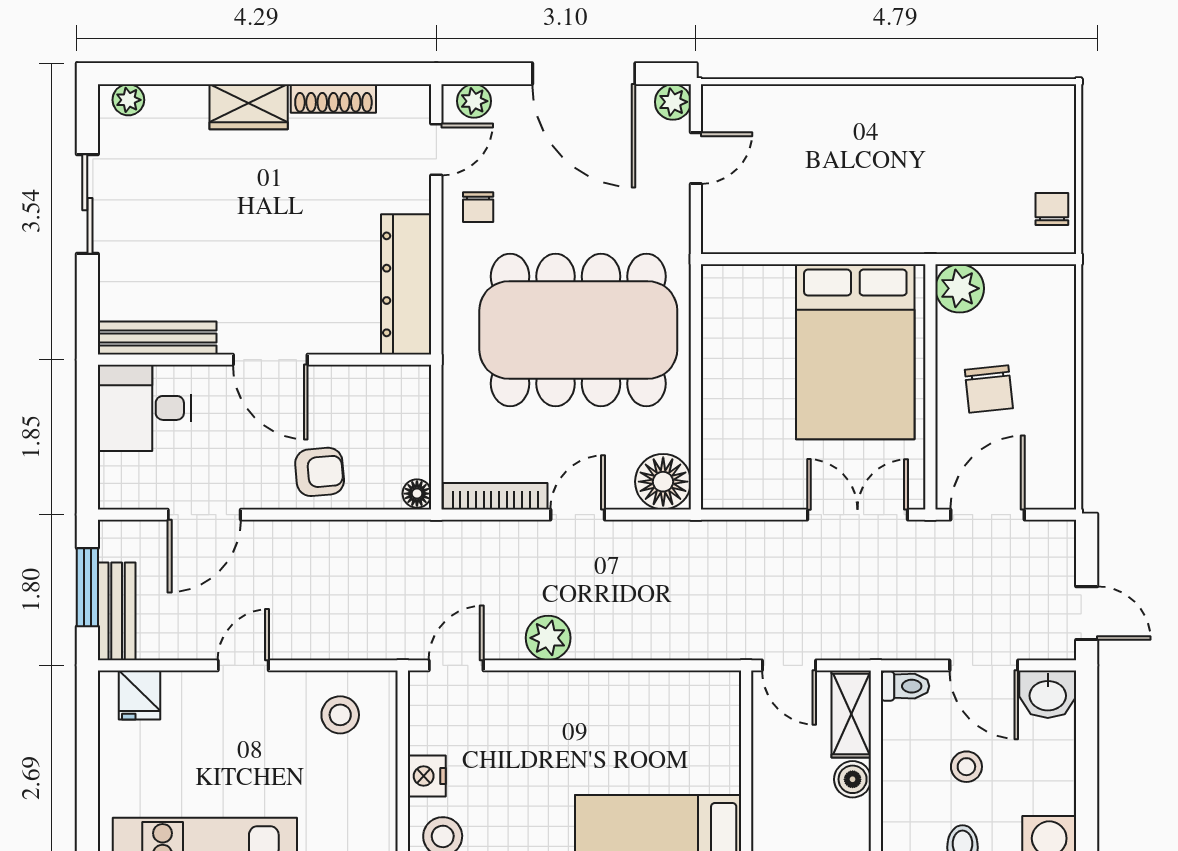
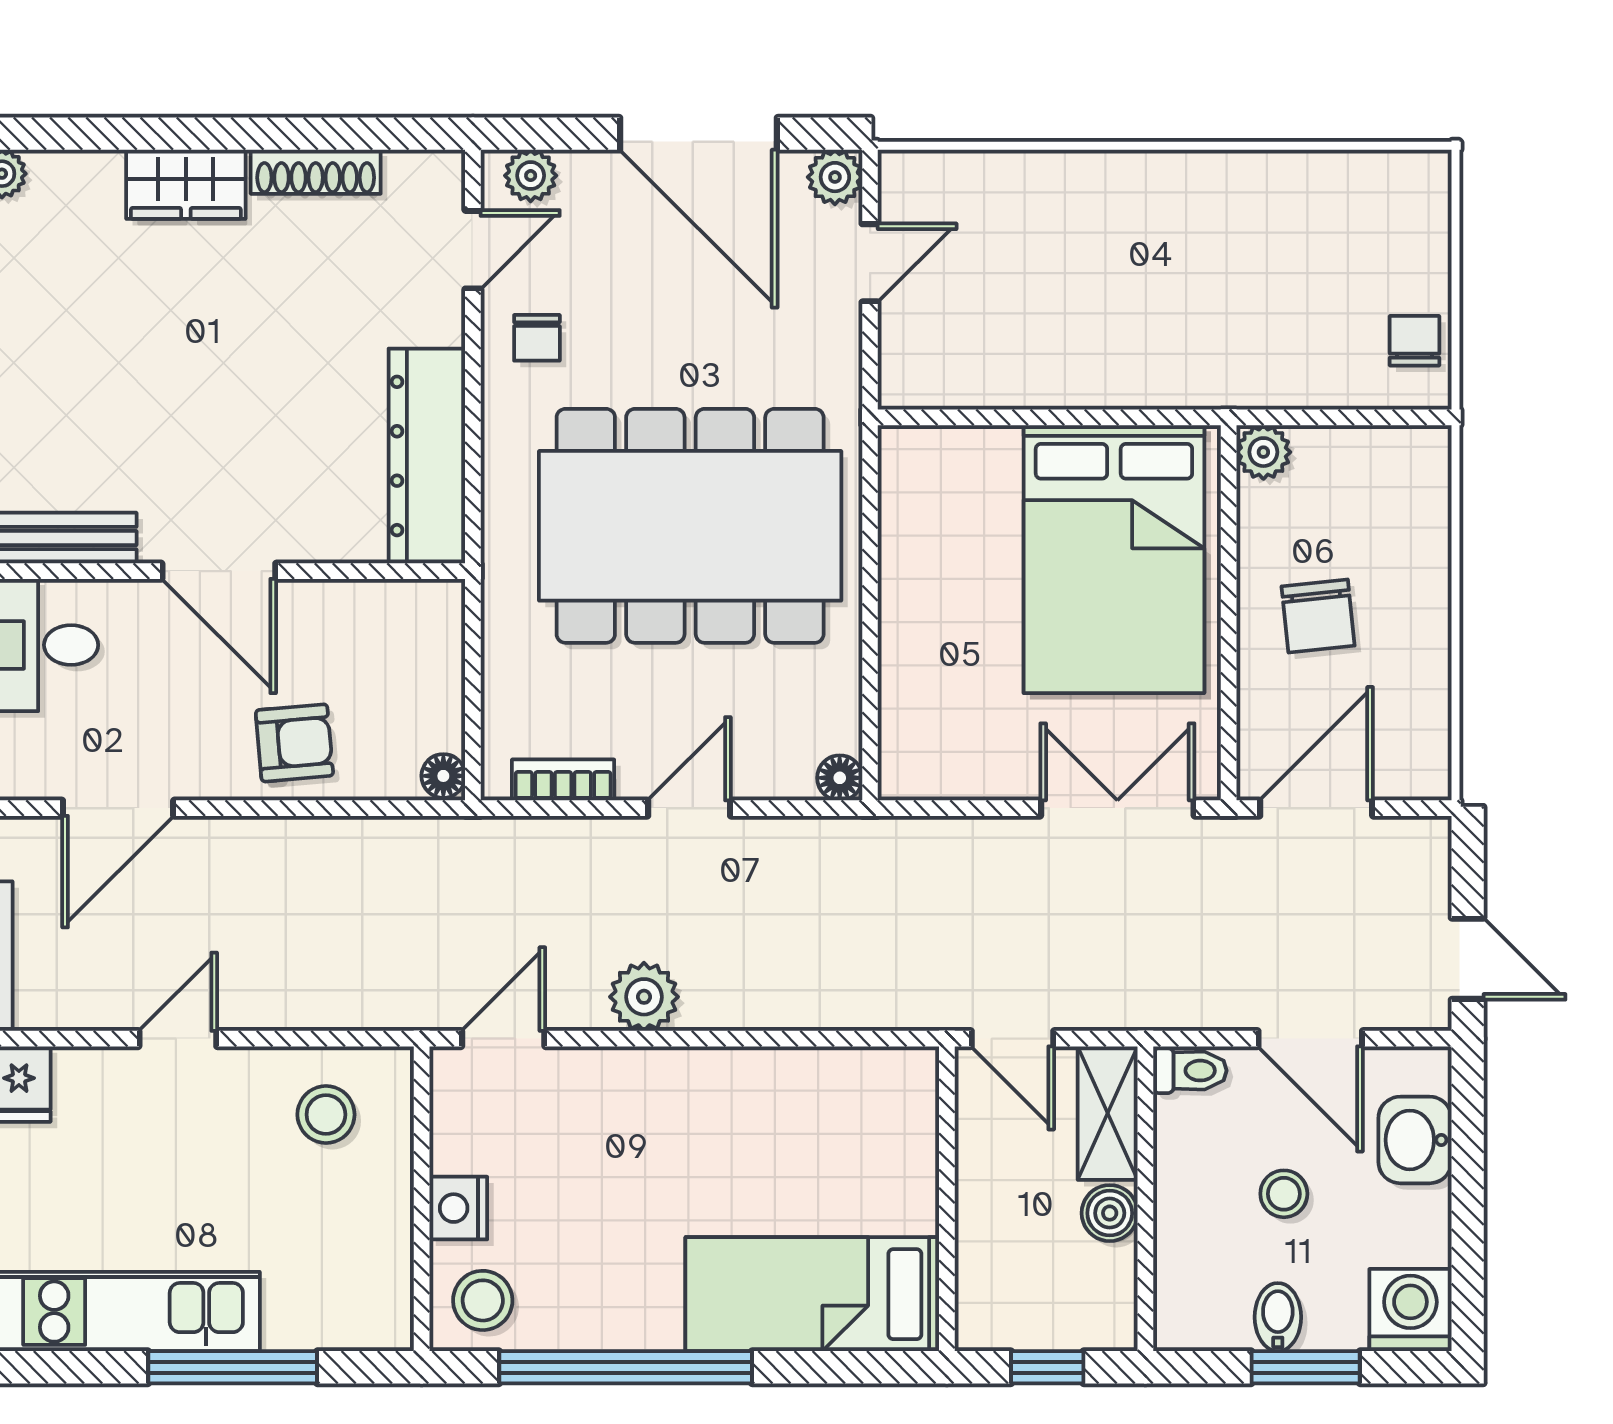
plant: (960, 288) -> (1263, 452), width x0.73, depth x0.73
floor lamp: (663, 482) -> (840, 778), width x0.53, depth x0.53
bookcase: (495, 496) -> (563, 780), width x0.64
washbasin: (1048, 694) -> (1415, 1140), moved, turned 90

